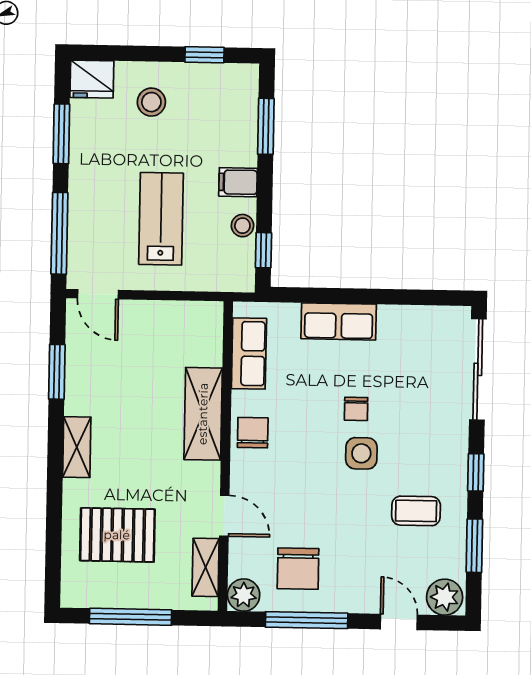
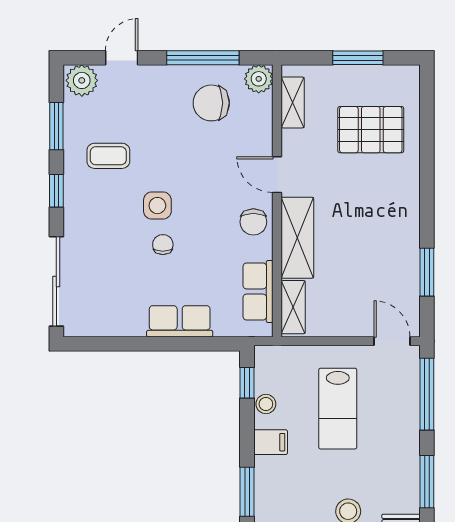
shelving: (77, 447) -> (293, 307), moved
door: (224, 516) -> (277, 175), moved
chair: (298, 569) -> (211, 103), turned -90
window: (131, 617) -> (358, 58), width x0.69
door: (399, 622) -> (122, 58), swing flipped

